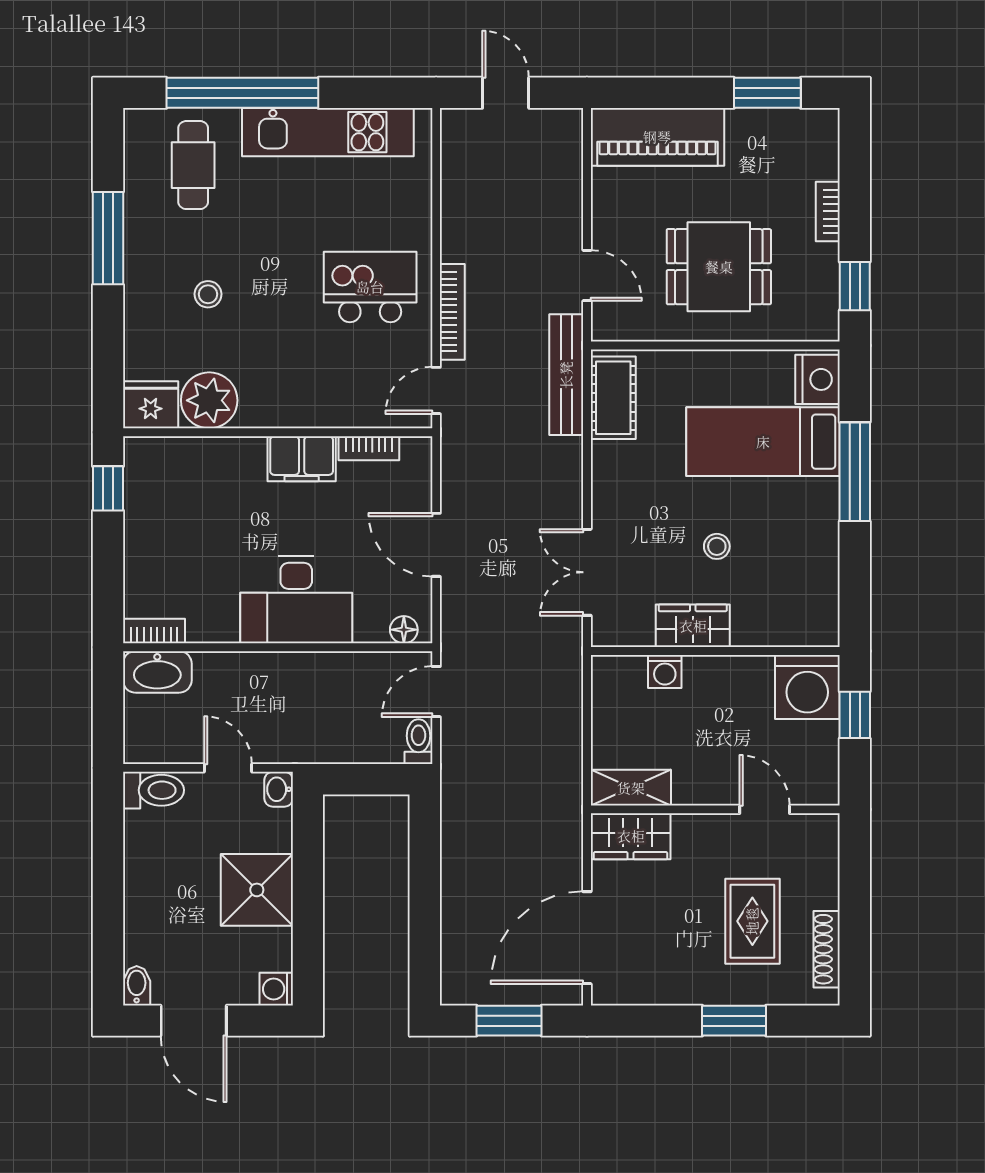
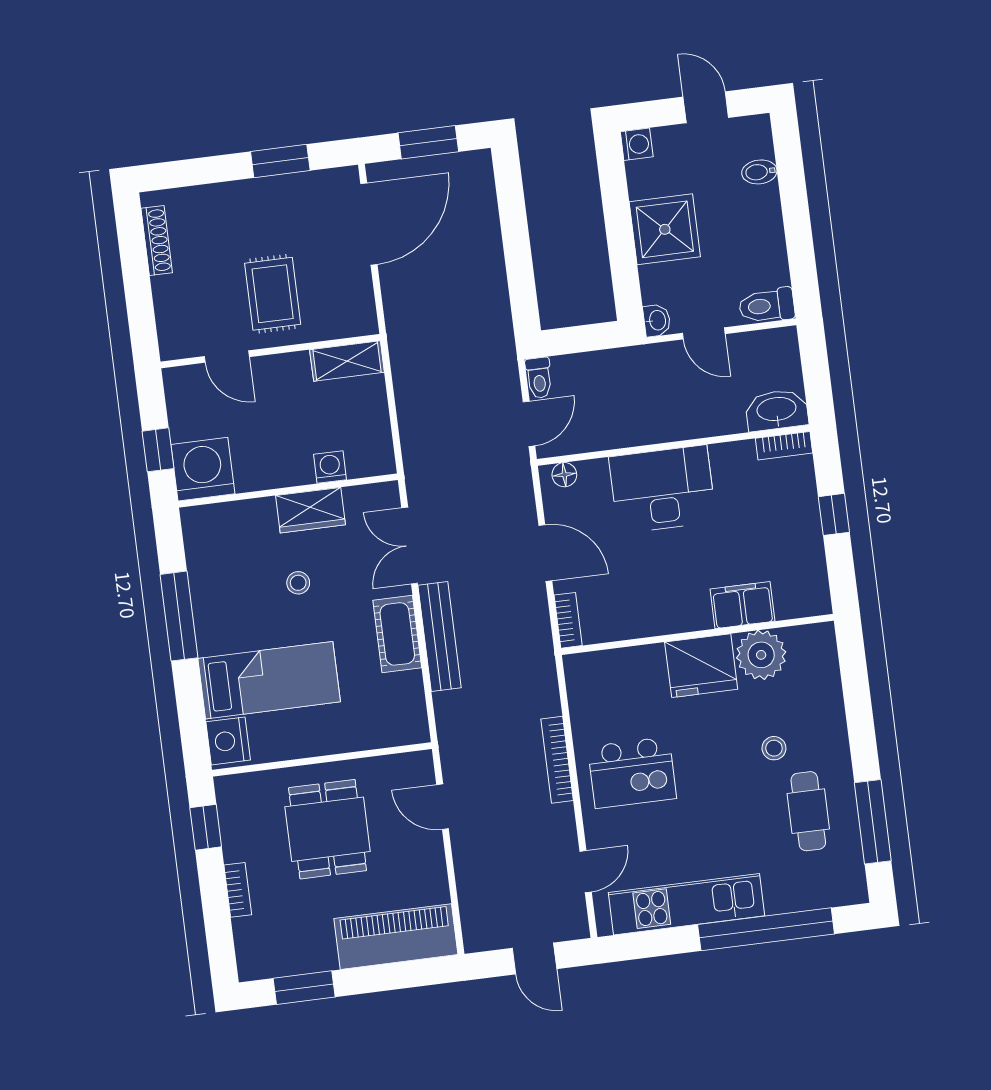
cafe table: (193, 165) -> (808, 811), moved
window: (108, 238) -> (873, 822), moved
dining table: (719, 267) -> (328, 829), turned 90
bench: (566, 375) -> (440, 636), moved
door: (436, 390) -> (586, 872), moved
cot: (613, 398) -> (397, 634), moved
fridge: (151, 405) -> (701, 666), moved, width x1.36, depth x1.34
bookcase: (369, 448) -> (568, 620), moved, turned 90
filing cabinet: (302, 459) -> (743, 605), moved
window: (855, 472) -> (179, 616), moved
window: (108, 488) -> (834, 514), moved
double door: (587, 572) -> (410, 546), swing flipped
wardrobe: (631, 836) -> (342, 318), removed
rug: (752, 921) -> (273, 294), moved
bidet: (137, 986) -> (759, 172), moved, turned 90
door: (194, 1021) -> (706, 107), width x0.73
window: (734, 1021) -> (280, 161), moved

